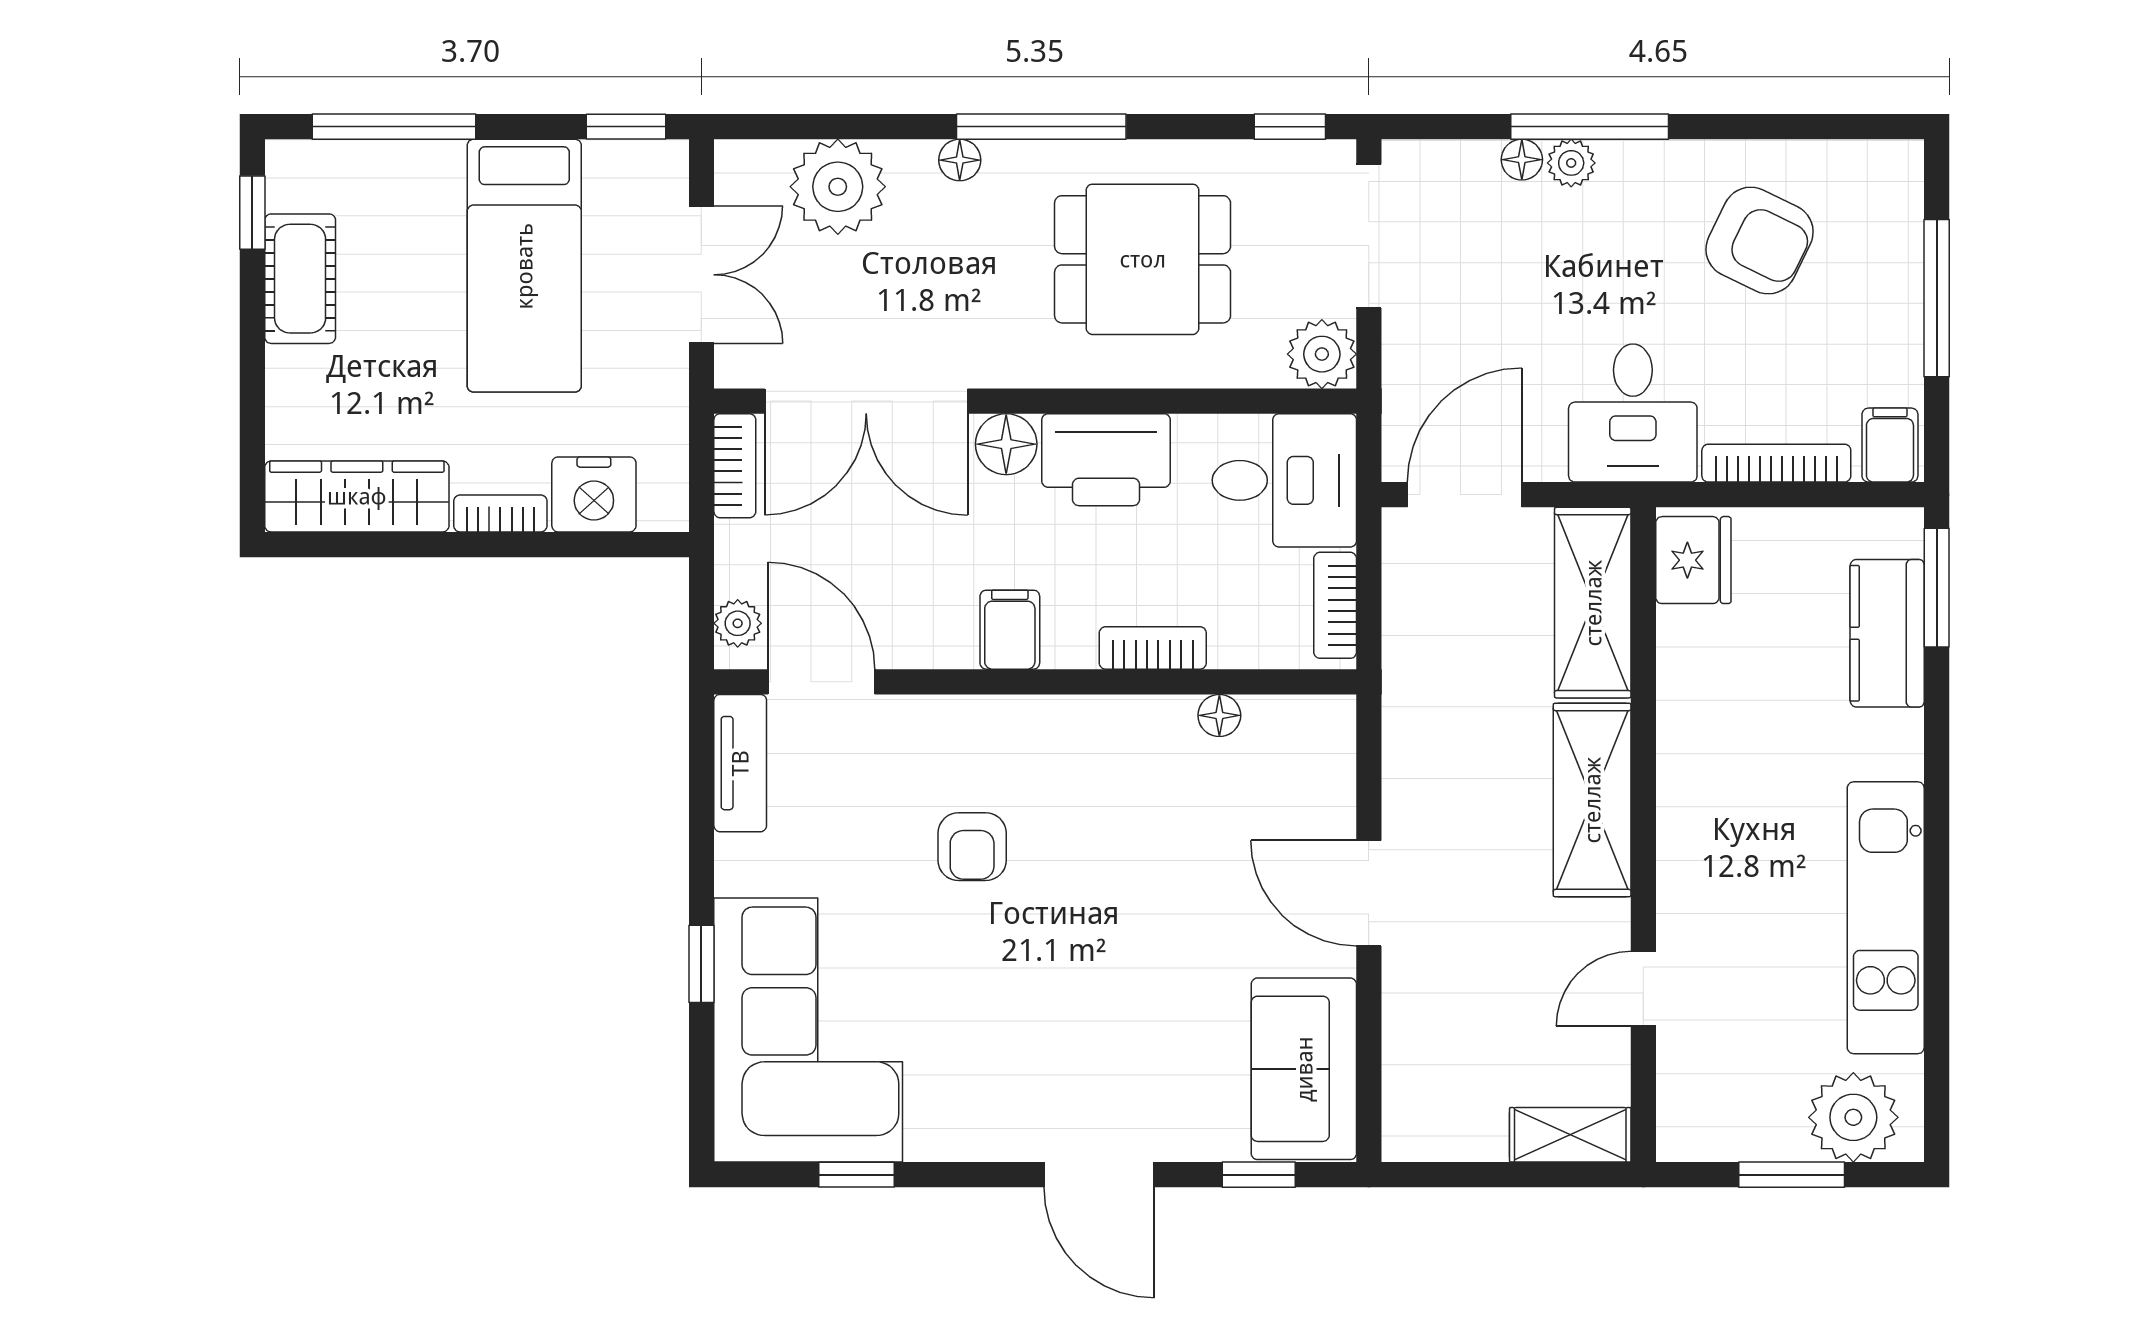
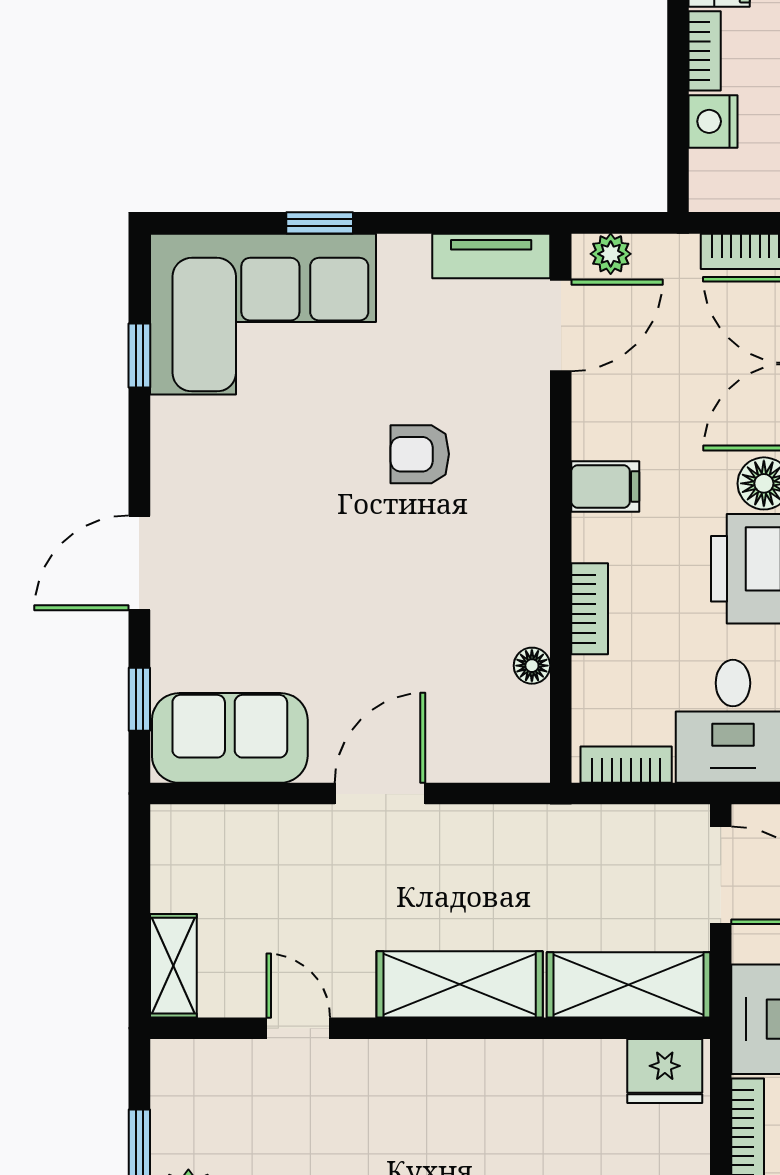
nightstand: (594, 494) -> (713, 121), width x0.74, depth x0.75

